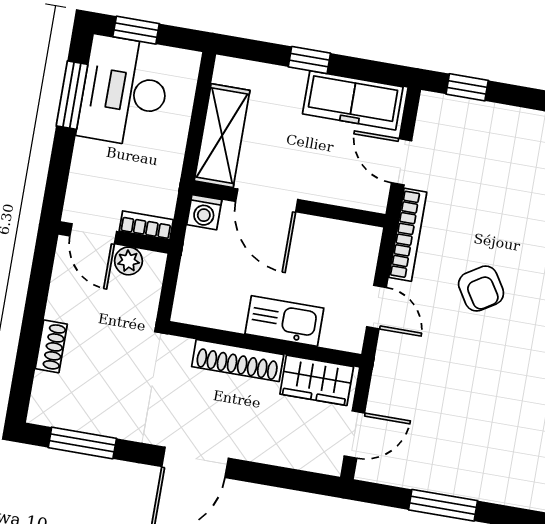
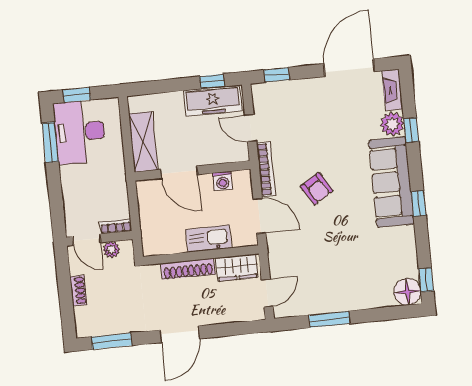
window: (309, 60) -> (212, 81), moved
washing machine: (204, 212) -> (223, 181), moved
bookcase: (146, 225) -> (116, 226), moved
door: (93, 234) -> (87, 240), moved
wall: (114, 237) -> (99, 238), moved
plant: (128, 261) -> (111, 250), moved
door: (376, 307) -> (259, 216), width x1.38

